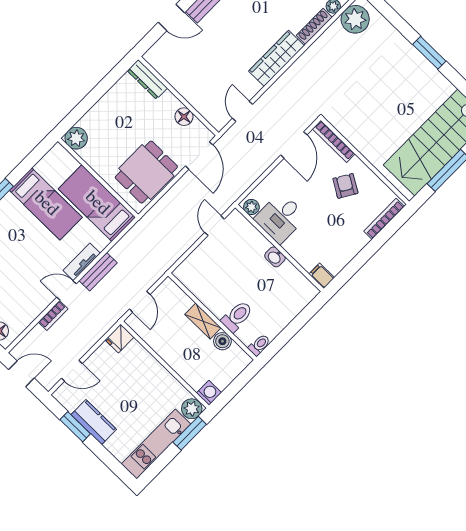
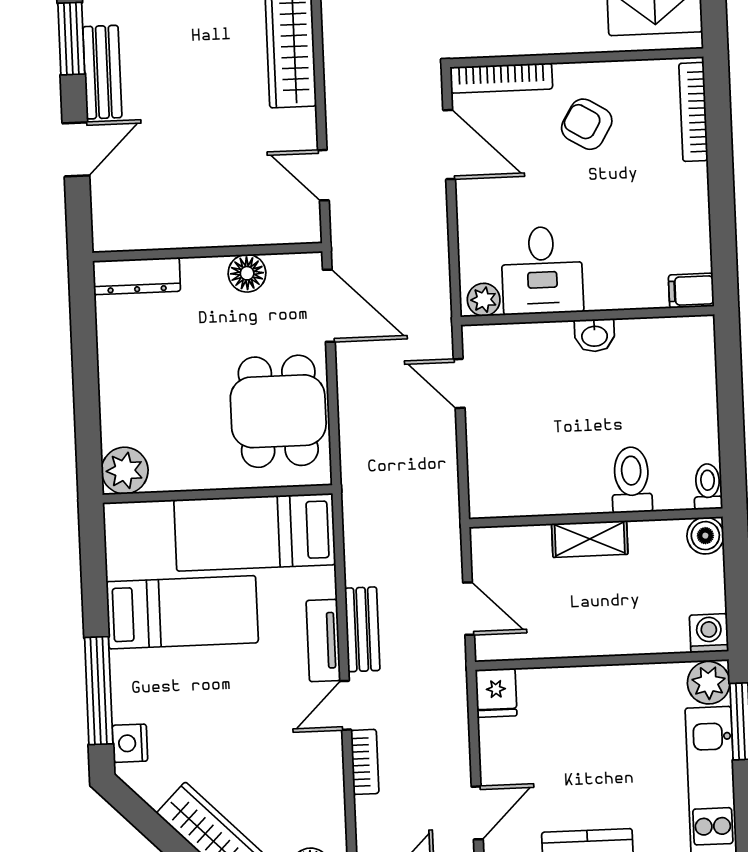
boiler: (222, 341) -> (705, 536), moved

